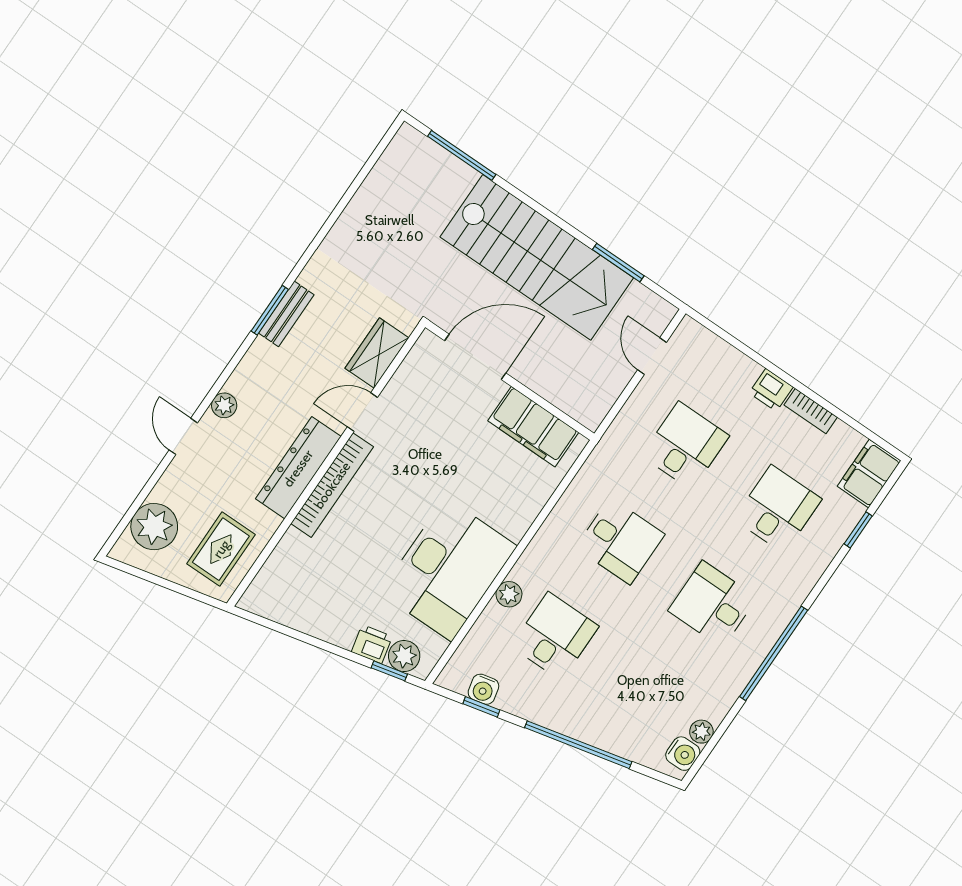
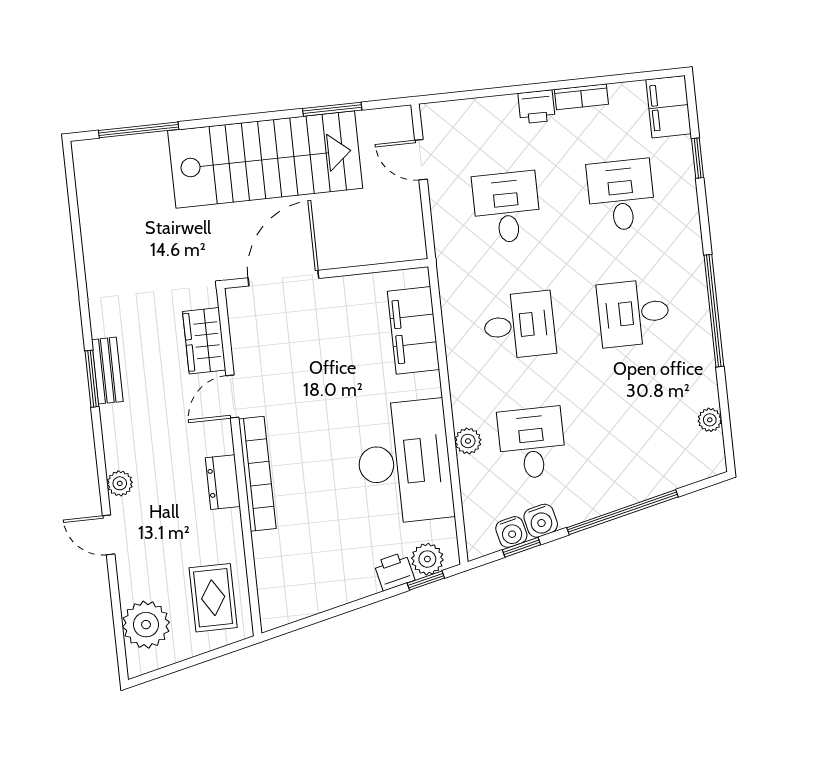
filing cabinet: (533, 427) -> (414, 330), moved, turned 90
dresser: (298, 468) -> (223, 482), width x0.51, depth x0.80
water cooler: (683, 754) -> (541, 521), moved, turned 77

